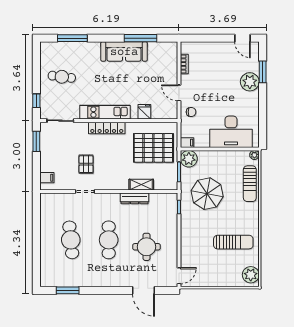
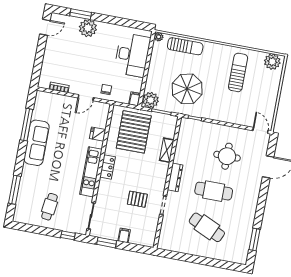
locker: (107, 128) -> (108, 167), width x0.66
filing cabinet: (47, 178) -> (124, 235), moved
dresser: (135, 198) -> (175, 177), moved
cafe table: (71, 240) -> (207, 227), turned 30

